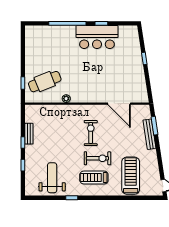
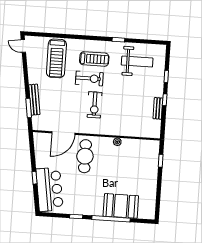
booth: (59, 37) -> (121, 206), added
bar counter: (97, 37) -> (50, 189), moved, turned 81
cafe table: (45, 82) -> (85, 156), moved, turned -68
door: (119, 104) -> (63, 133), swing flipped
exercise bike: (97, 158) -> (89, 78), turned 180
weight bench: (52, 178) -> (137, 62), turned -90

